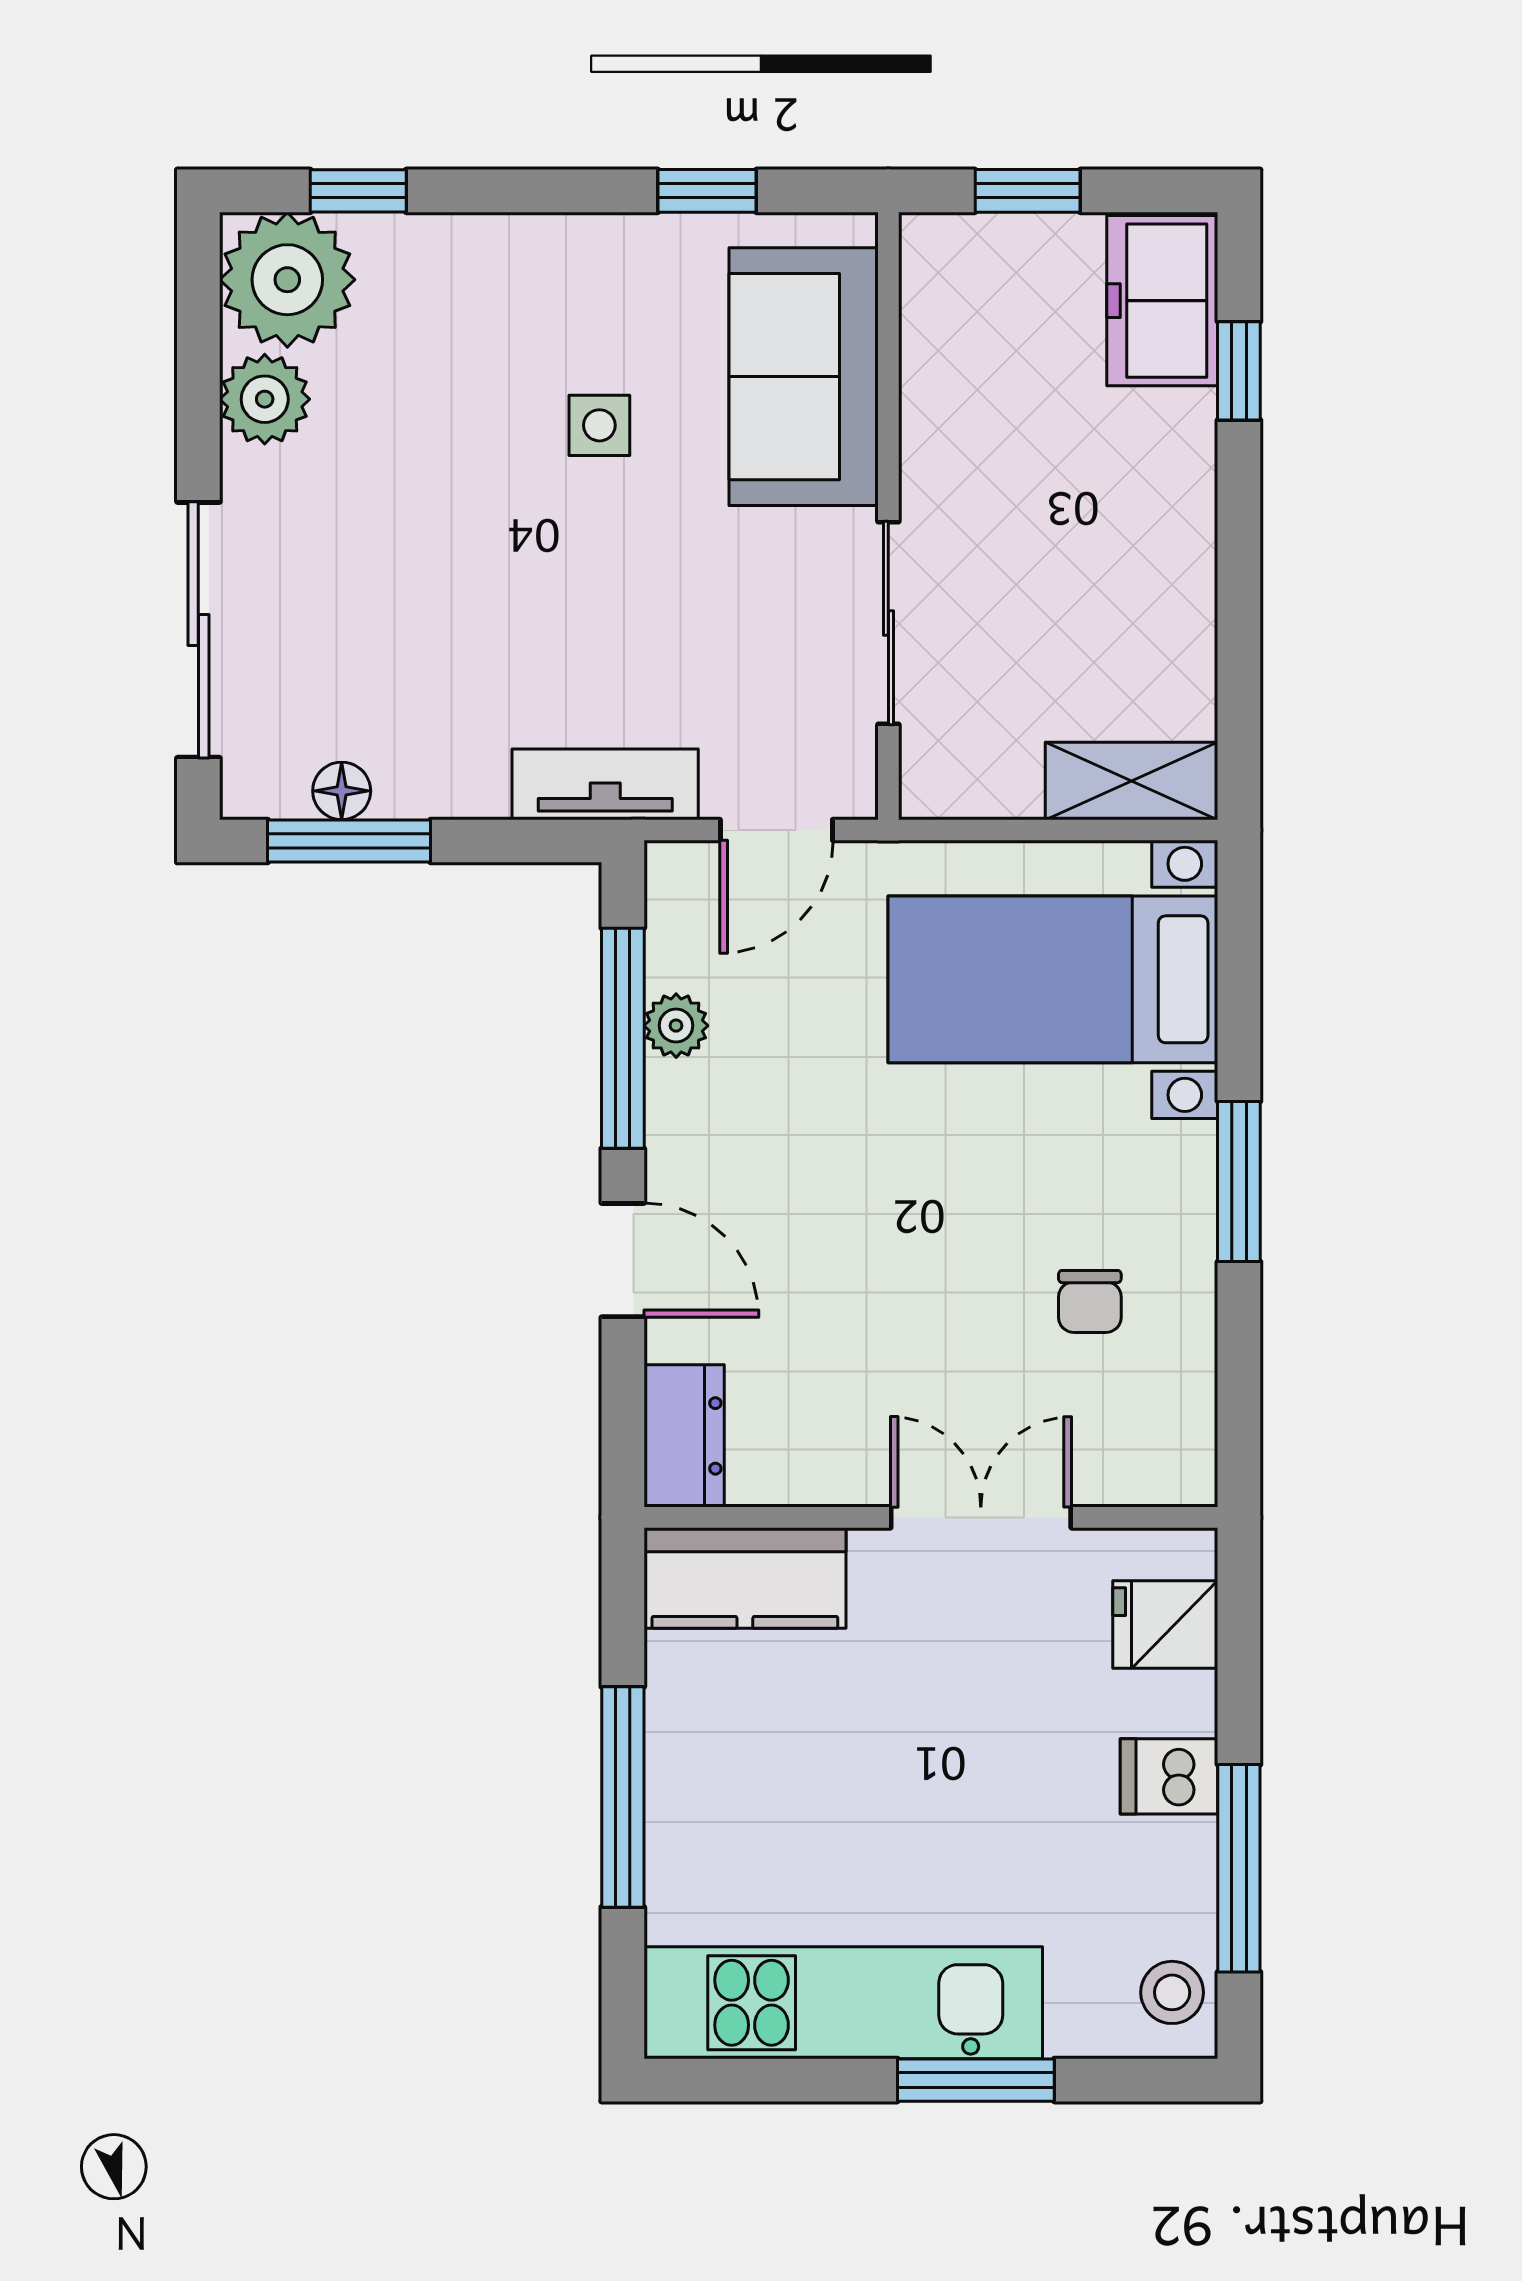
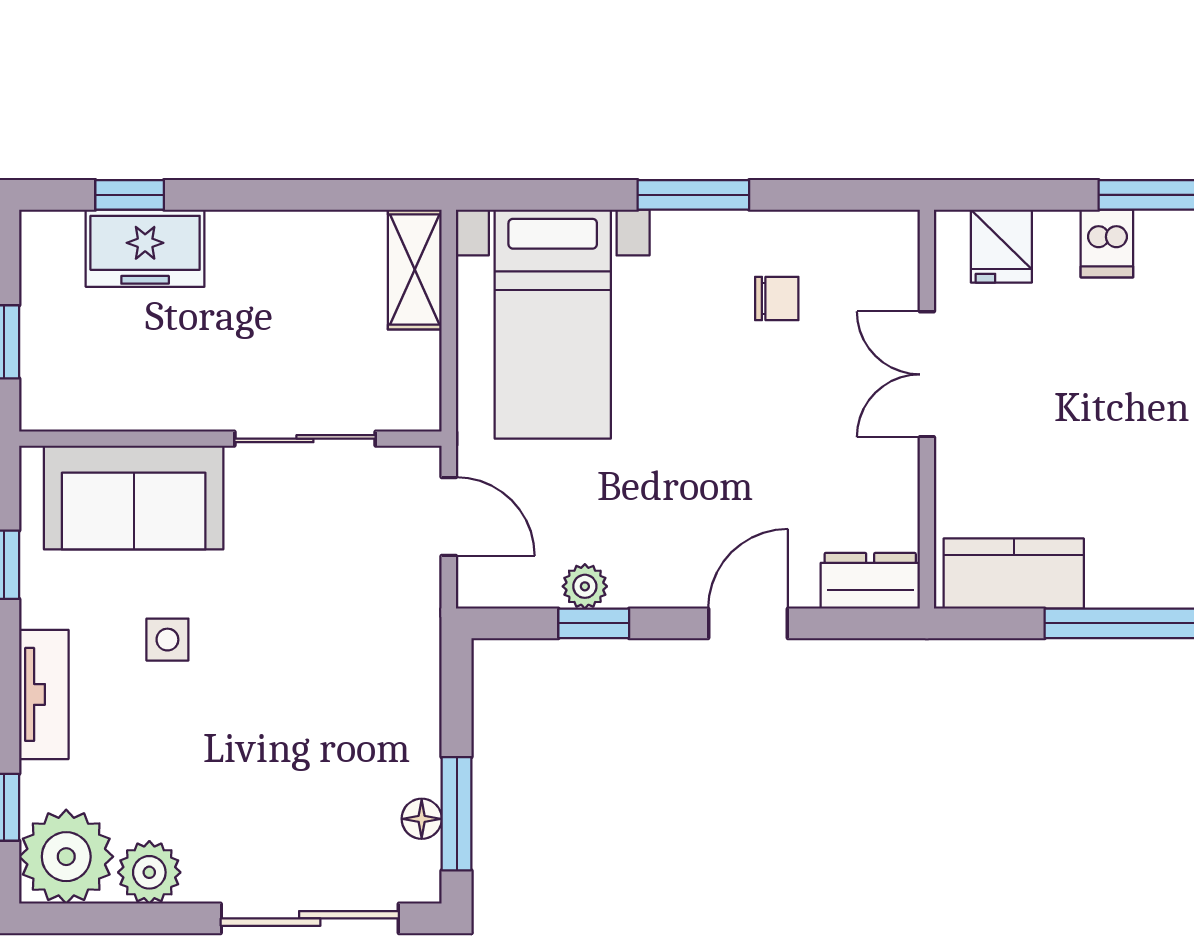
freezer: (1162, 301) -> (145, 248), moved
tv unit: (605, 784) -> (44, 694), moved, turned 180
window: (623, 1038) -> (594, 623), width x0.46
kitchen counter: (745, 1578) -> (1014, 573), moved, turned -90

